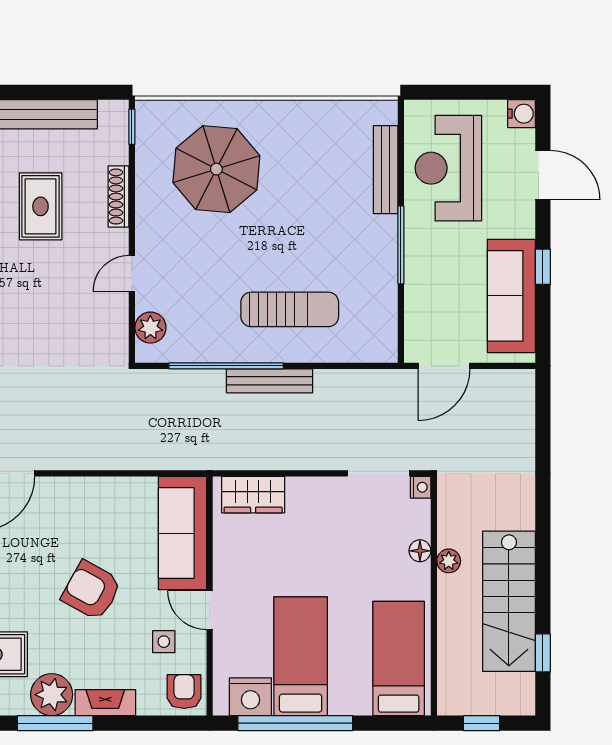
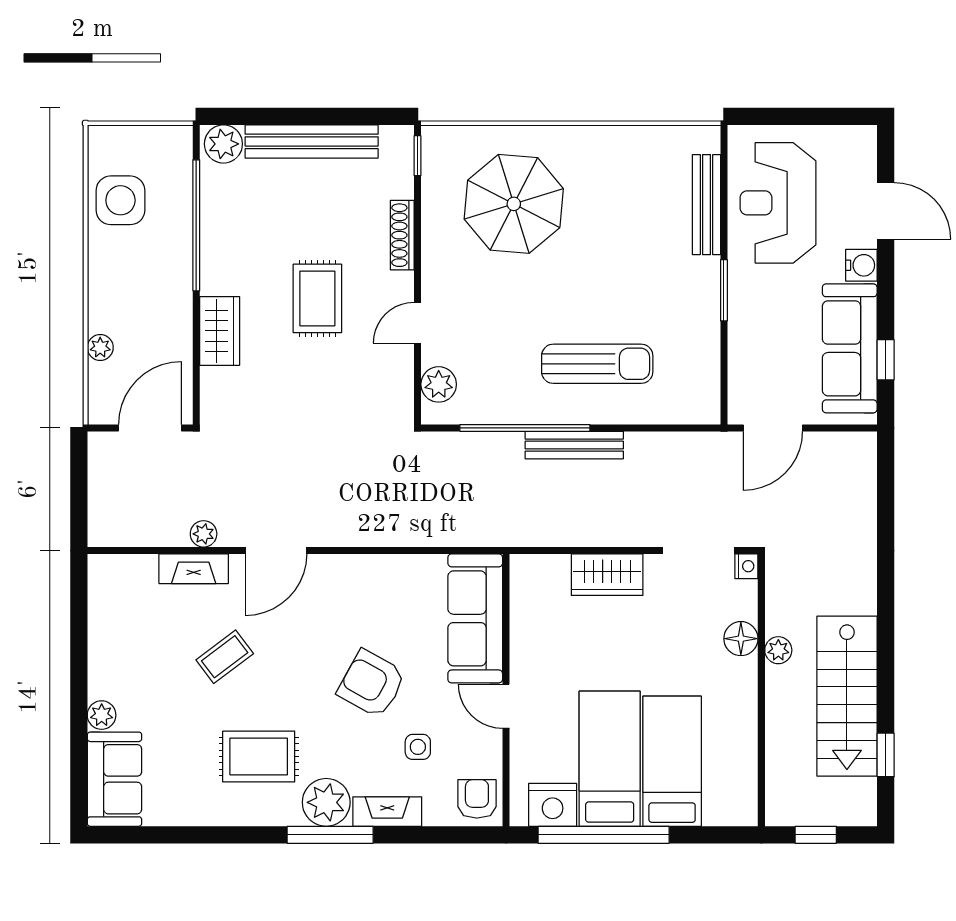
water cooler: (522, 114) -> (861, 265), moved
rug: (41, 206) -> (317, 298), moved
window: (401, 245) -> (724, 290), width x0.69
window: (543, 267) -> (886, 360), moved
wardrobe: (253, 495) -> (607, 575), moved
floor lamp: (420, 551) -> (741, 639), width x1.37, depth x1.37
side table: (164, 642) -> (418, 747), moved
bed: (399, 658) -> (672, 761), moved

